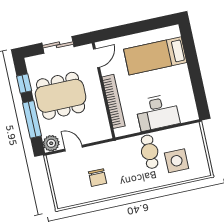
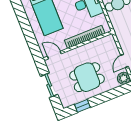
dining table: (61, 96) -> (87, 77), width x0.73
window: (32, 119) -> (108, 96), removed

